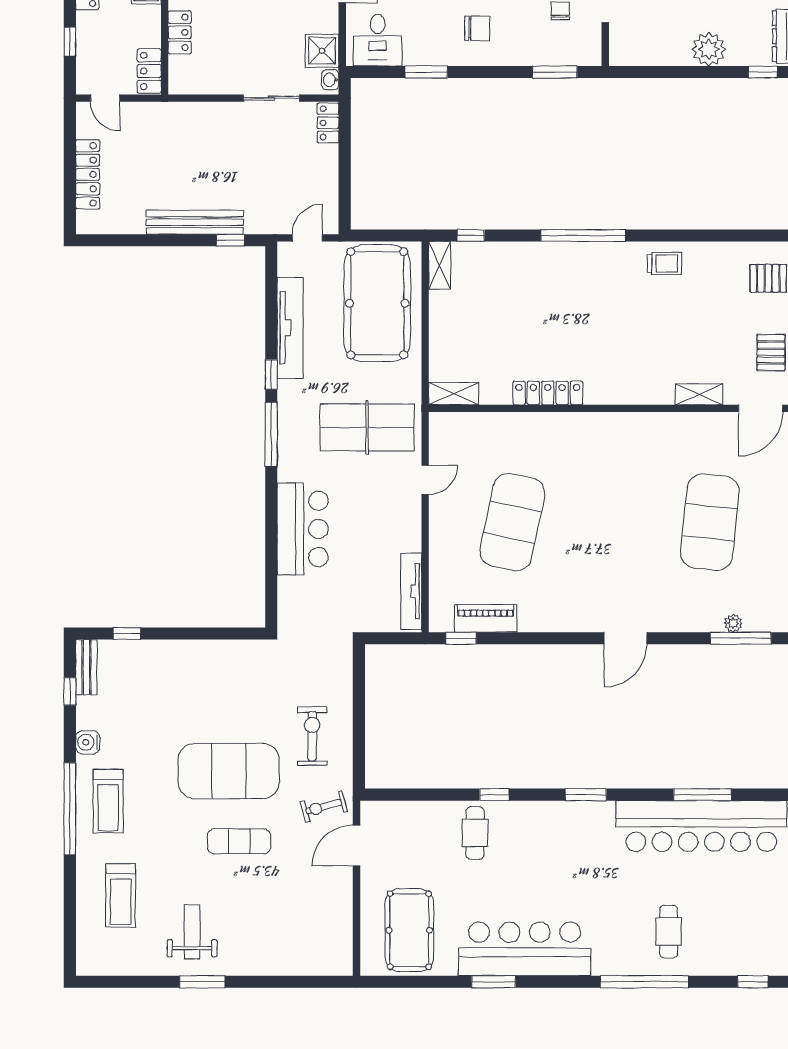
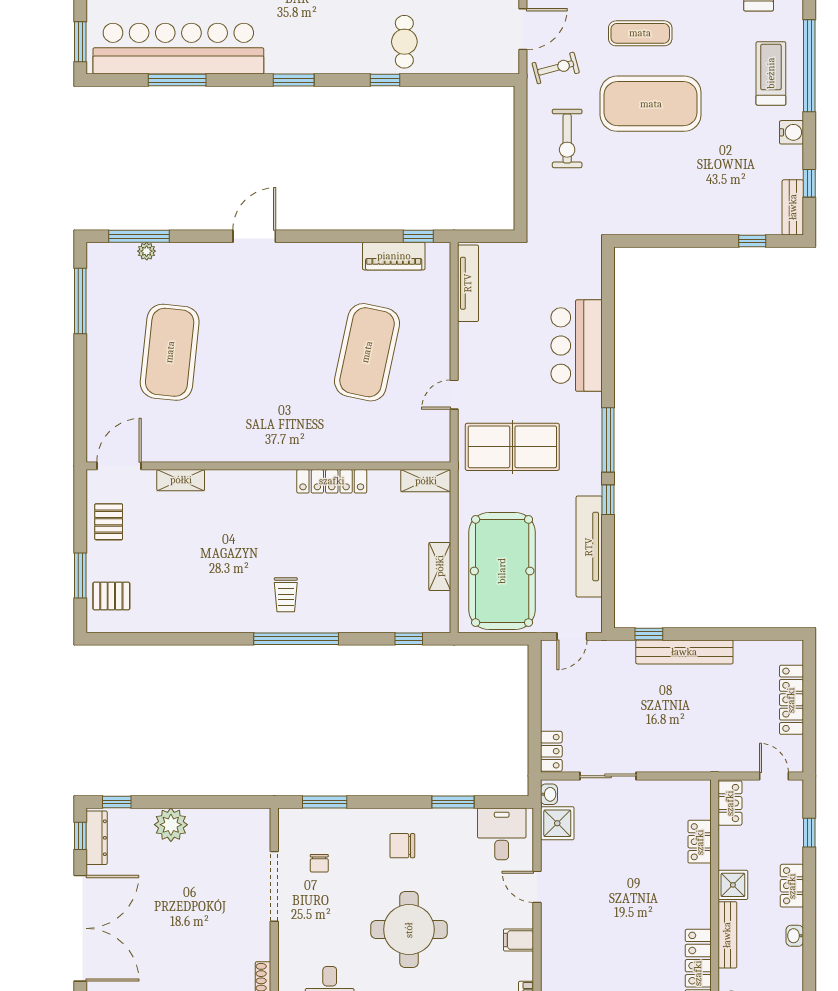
trolley: (664, 263) -> (286, 595), moved, turned -90
shelving: (440, 266) -> (440, 566), moved

